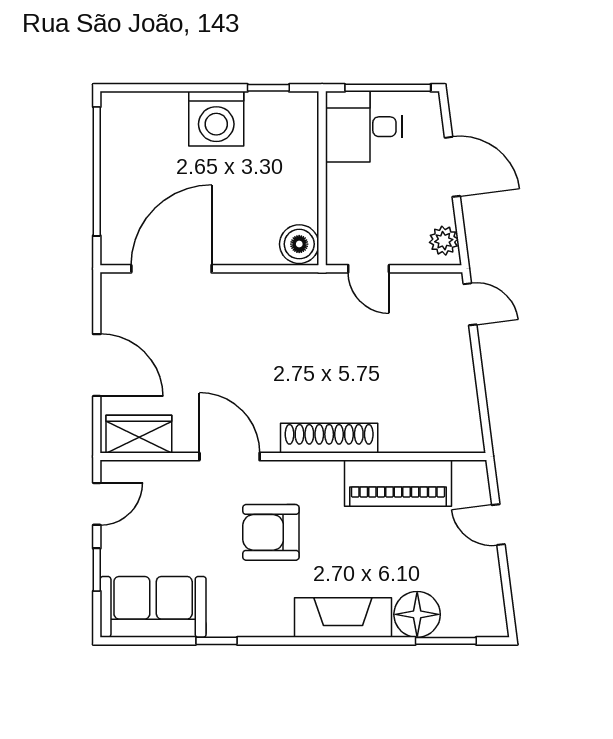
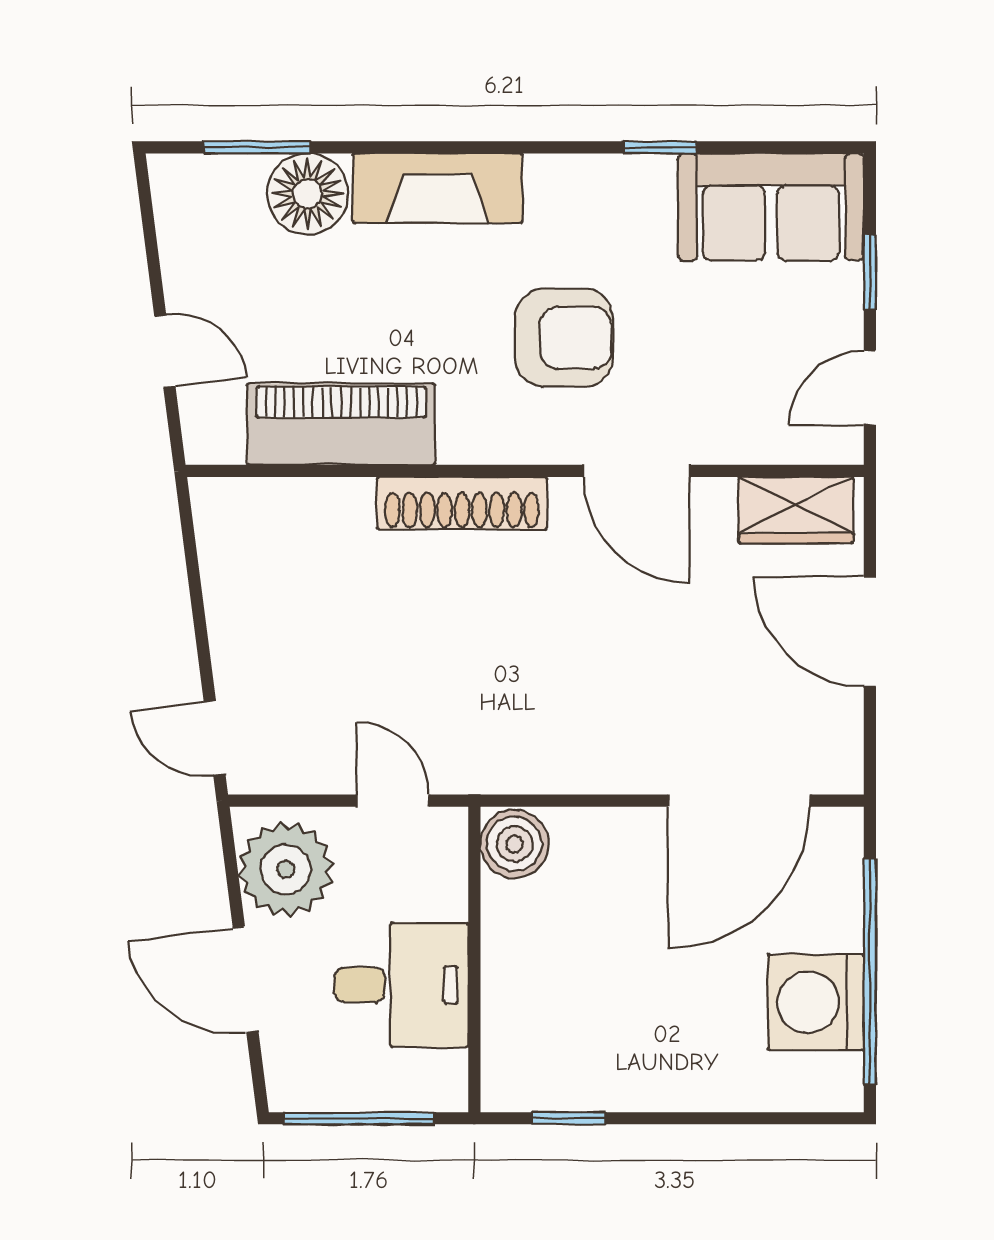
washing machine: (216, 119) -> (816, 1002), moved, turned -90
desk: (364, 127) -> (401, 985), moved
plant: (444, 241) -> (286, 869), width x1.88, depth x1.88

